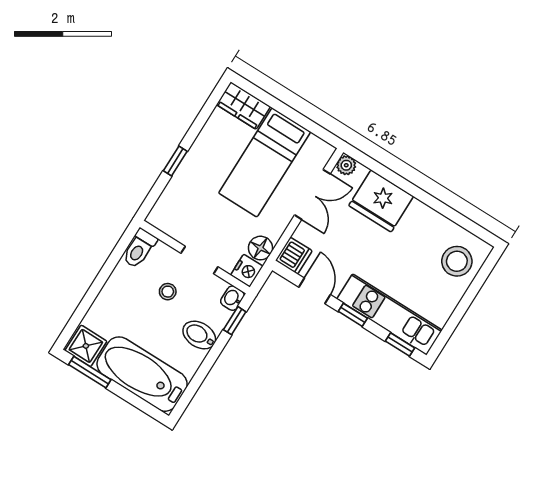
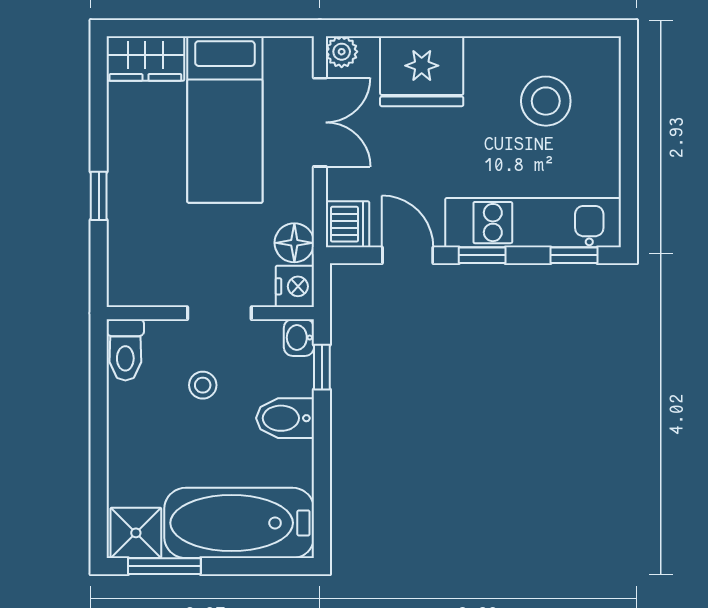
stool: (457, 261) -> (546, 101), moved

